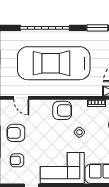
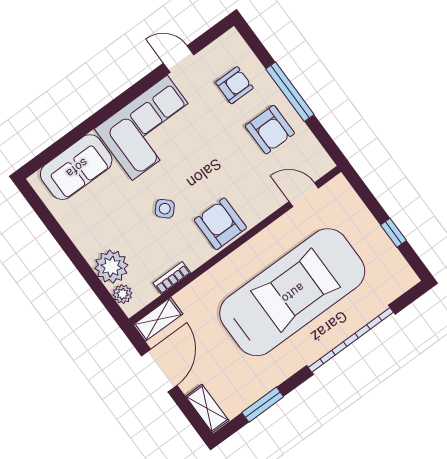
armchair: (62, 110) -> (220, 224), turned 90
armchair: (16, 133) -> (270, 130), turned 90

